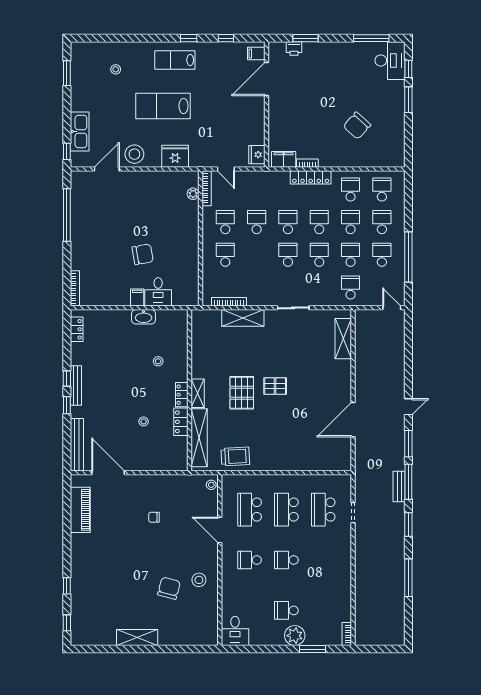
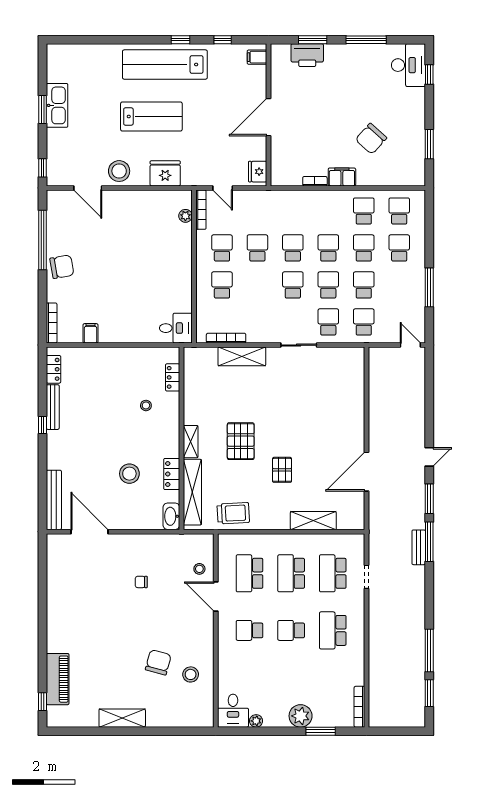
window: (371, 38) -> (366, 40), moved
printer: (294, 48) -> (307, 55), width x1.87, depth x1.48
lab bench: (175, 60) -> (165, 65), width x1.86, depth x1.39
stool: (116, 69) -> (98, 75), removed
window: (67, 73) -> (43, 109), moved
door: (266, 79) -> (269, 117), moved
window: (408, 100) -> (429, 144), moved
lab bench: (163, 106) -> (151, 117), turned 180
kitchen sink: (80, 131) -> (57, 105), moved
filing cabinet: (284, 159) -> (342, 177), moved
door: (107, 169) -> (88, 188), swing flipped
locker: (311, 177) -> (319, 197), removed
chair: (143, 254) -> (62, 267), moved
school desk: (382, 255) -> (328, 322), moved
window: (408, 257) -> (429, 287), width x0.68
desk: (158, 292) -> (176, 328), moved, turned -90
filing cabinet: (137, 298) -> (91, 333), moved
washbasin: (144, 317) -> (171, 516), moved, turned 90
shelving: (343, 339) -> (313, 521), moved, turned 90
bench: (76, 385) -> (53, 407), moved
pallet: (275, 386) -> (282, 470), moved, turned 90
locker: (182, 395) -> (173, 377), moved
window: (67, 405) -> (43, 455), removed
stool: (144, 421) -> (129, 474), width x1.89, depth x1.89
stool: (211, 485) -> (199, 569), moved
piano: (80, 510) -> (58, 679), moved
window: (408, 524) -> (429, 693), moved
stool: (199, 580) -> (191, 674), moved
window: (67, 586) -> (43, 660), removed
school desk: (286, 610) -> (333, 630), moved, width x1.85
bookcase: (347, 634) -> (359, 707), width x1.56
plant: (255, 640) -> (256, 721), added

